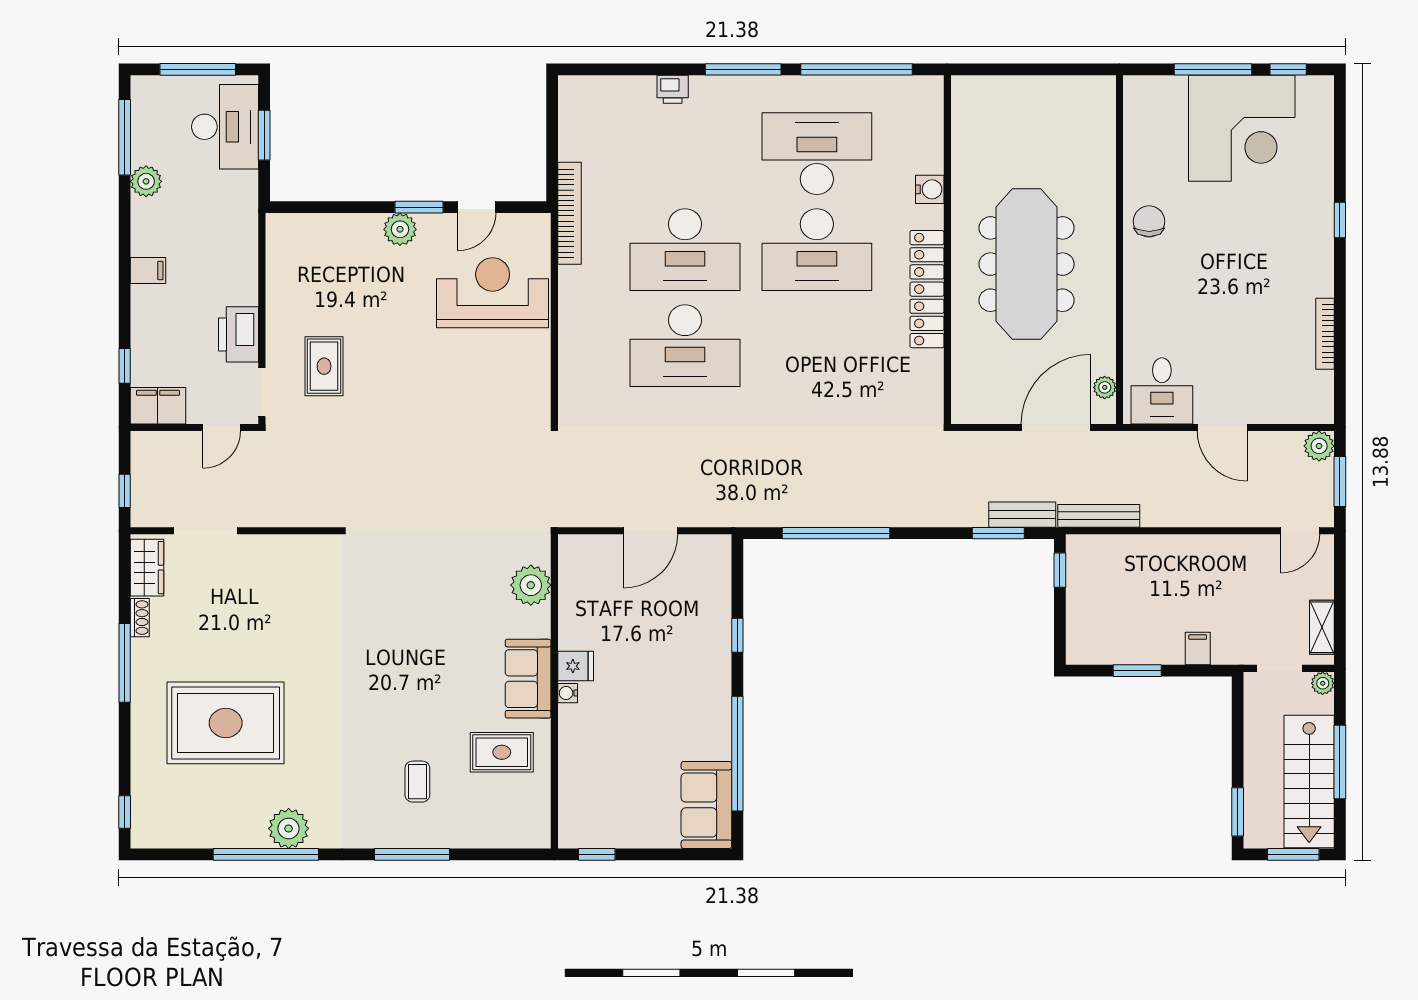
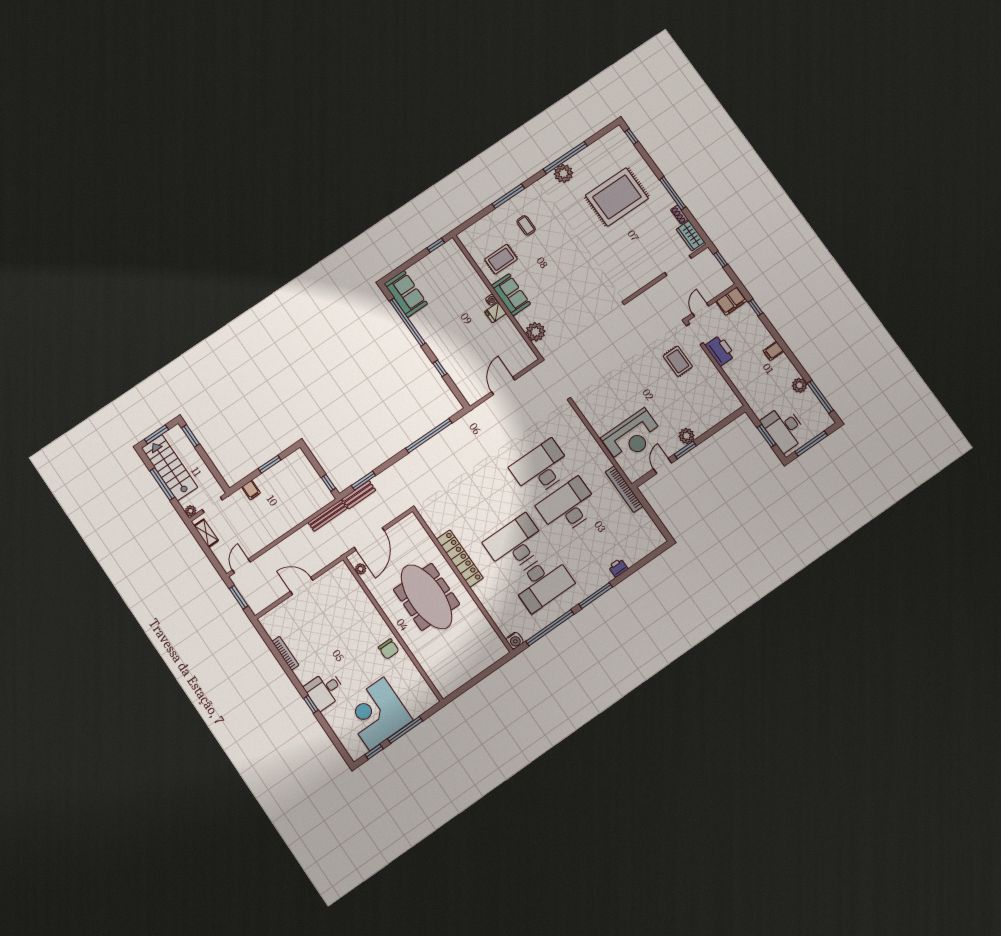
water cooler: (930, 189) -> (515, 640), moved, turned -90
desk: (1162, 391) -> (325, 690), moved, turned -90
plant: (1319, 446) -> (257, 606), removed

